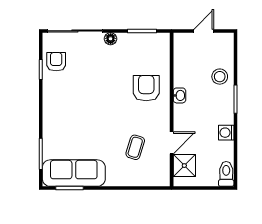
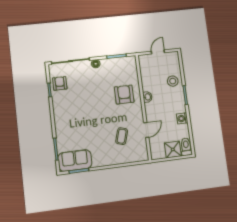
shower: (184, 166) -> (173, 149), moved
sofa: (74, 173) -> (75, 161), width x0.73

